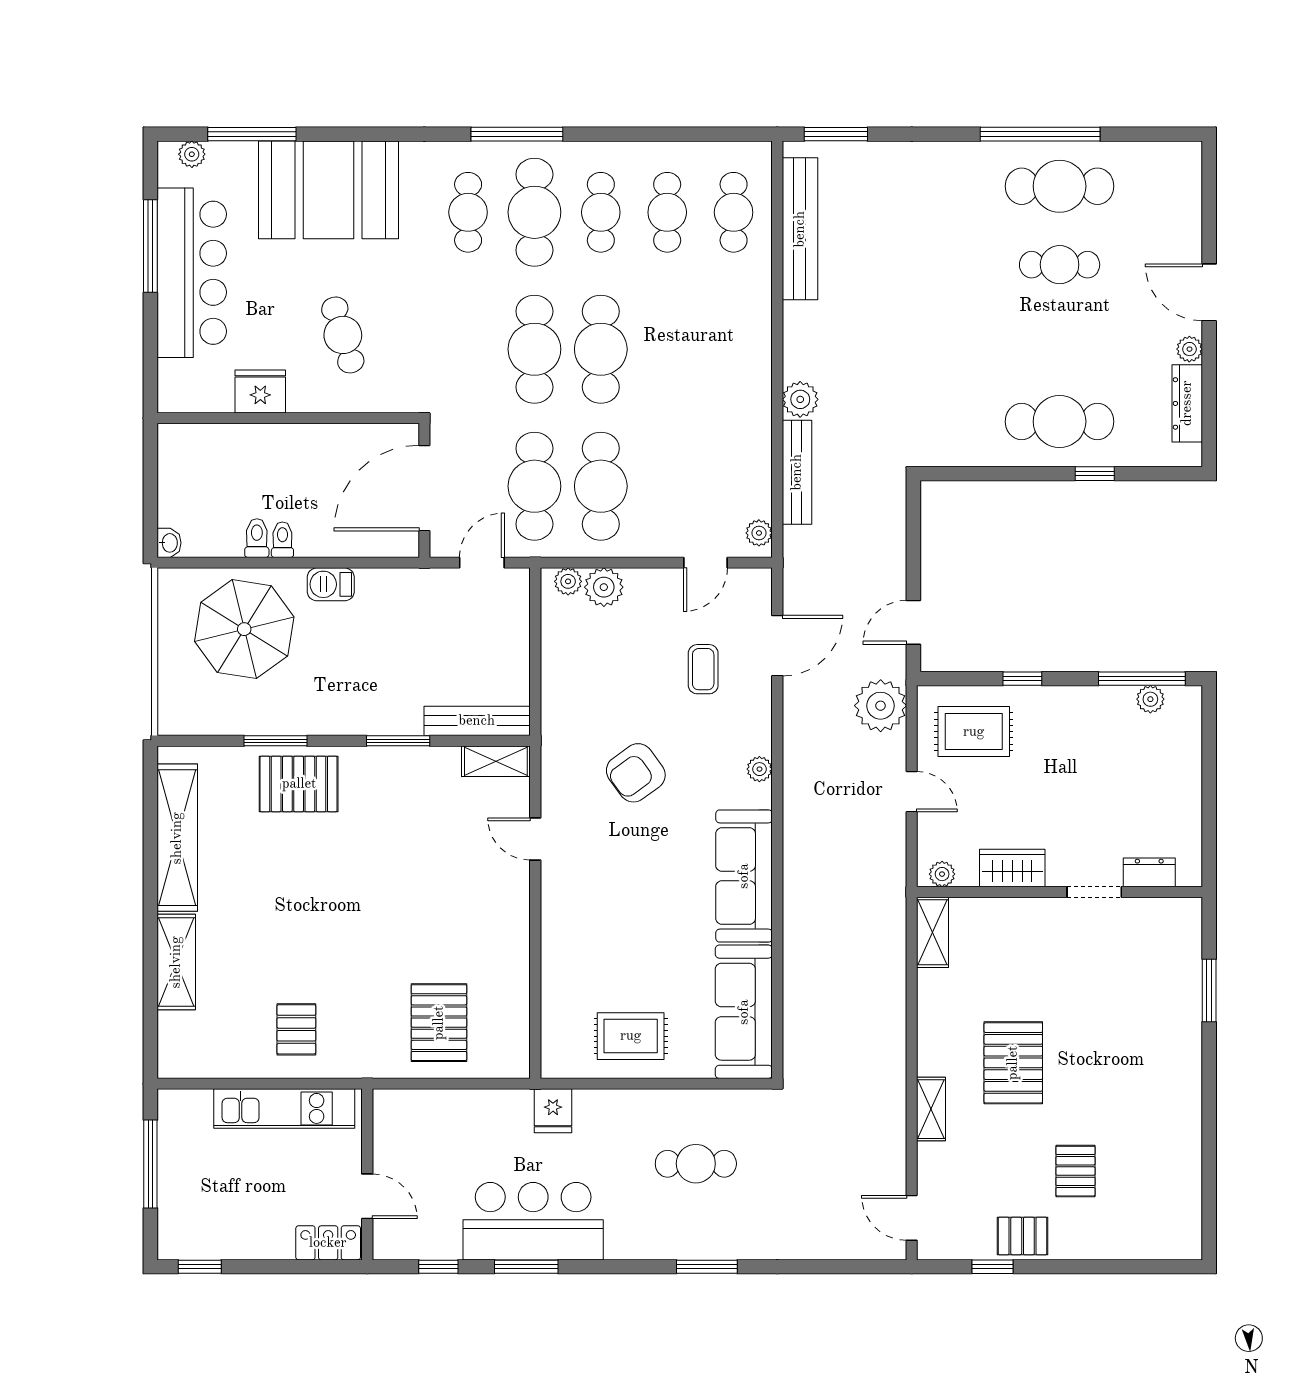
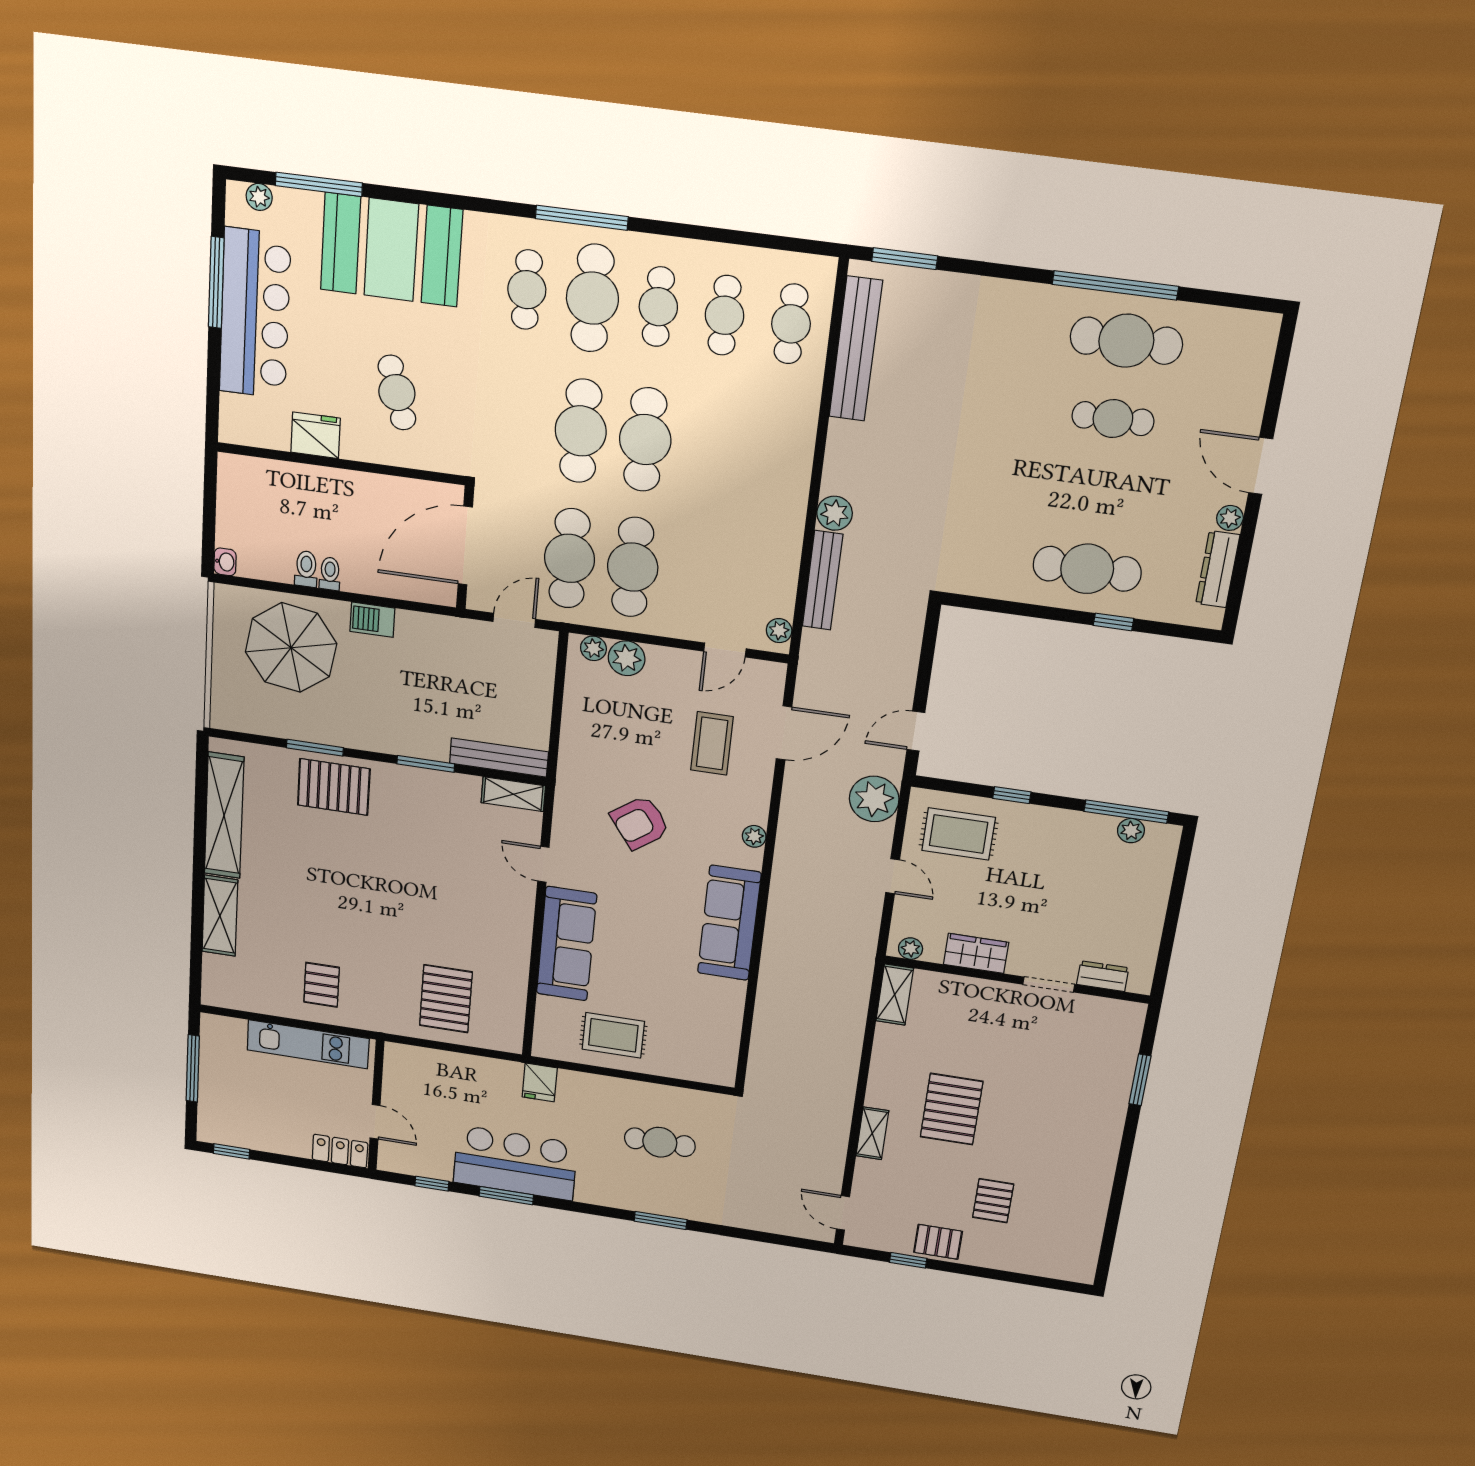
coffee table: (703, 669) -> (712, 743), width x1.36, depth x1.30
sofa: (744, 1012) -> (566, 944), moved, turned 180

